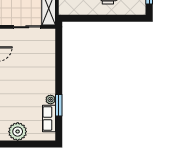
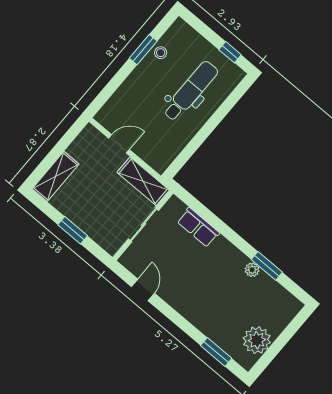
row of seats: (49, 118) -> (198, 227), moved

